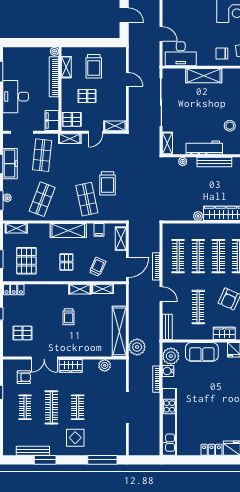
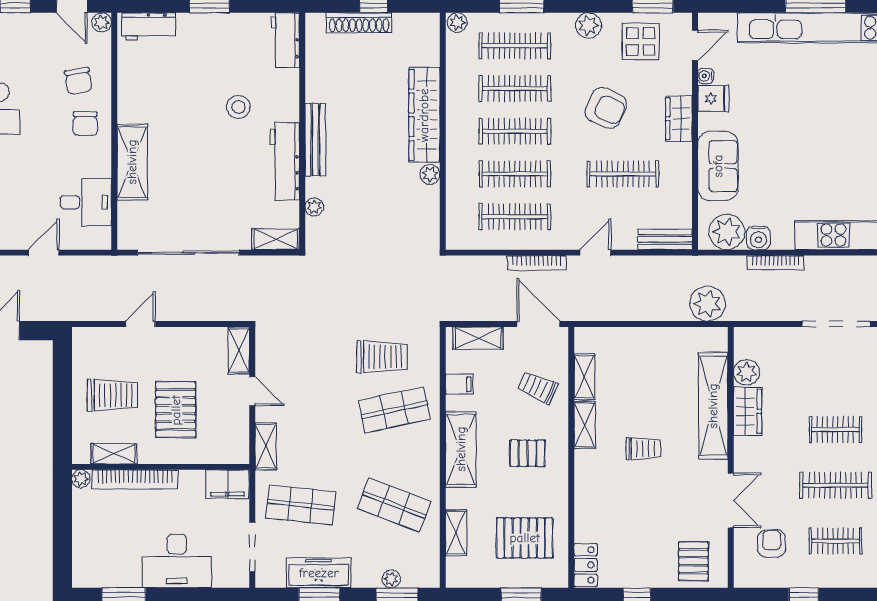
desk: (181, 54) -> (86, 202), width x0.73
pallet: (87, 96) -> (176, 410), width x1.50, depth x1.42
pallet: (72, 119) -> (225, 442), removed
trolley: (108, 183) -> (382, 357), moved
shelving: (16, 228) -> (456, 533), moved
shelving: (119, 331) -> (713, 406), moved, turned 90
pallet: (22, 333) -> (693, 561), moved
wardrobe: (71, 366) -> (748, 411), moved

